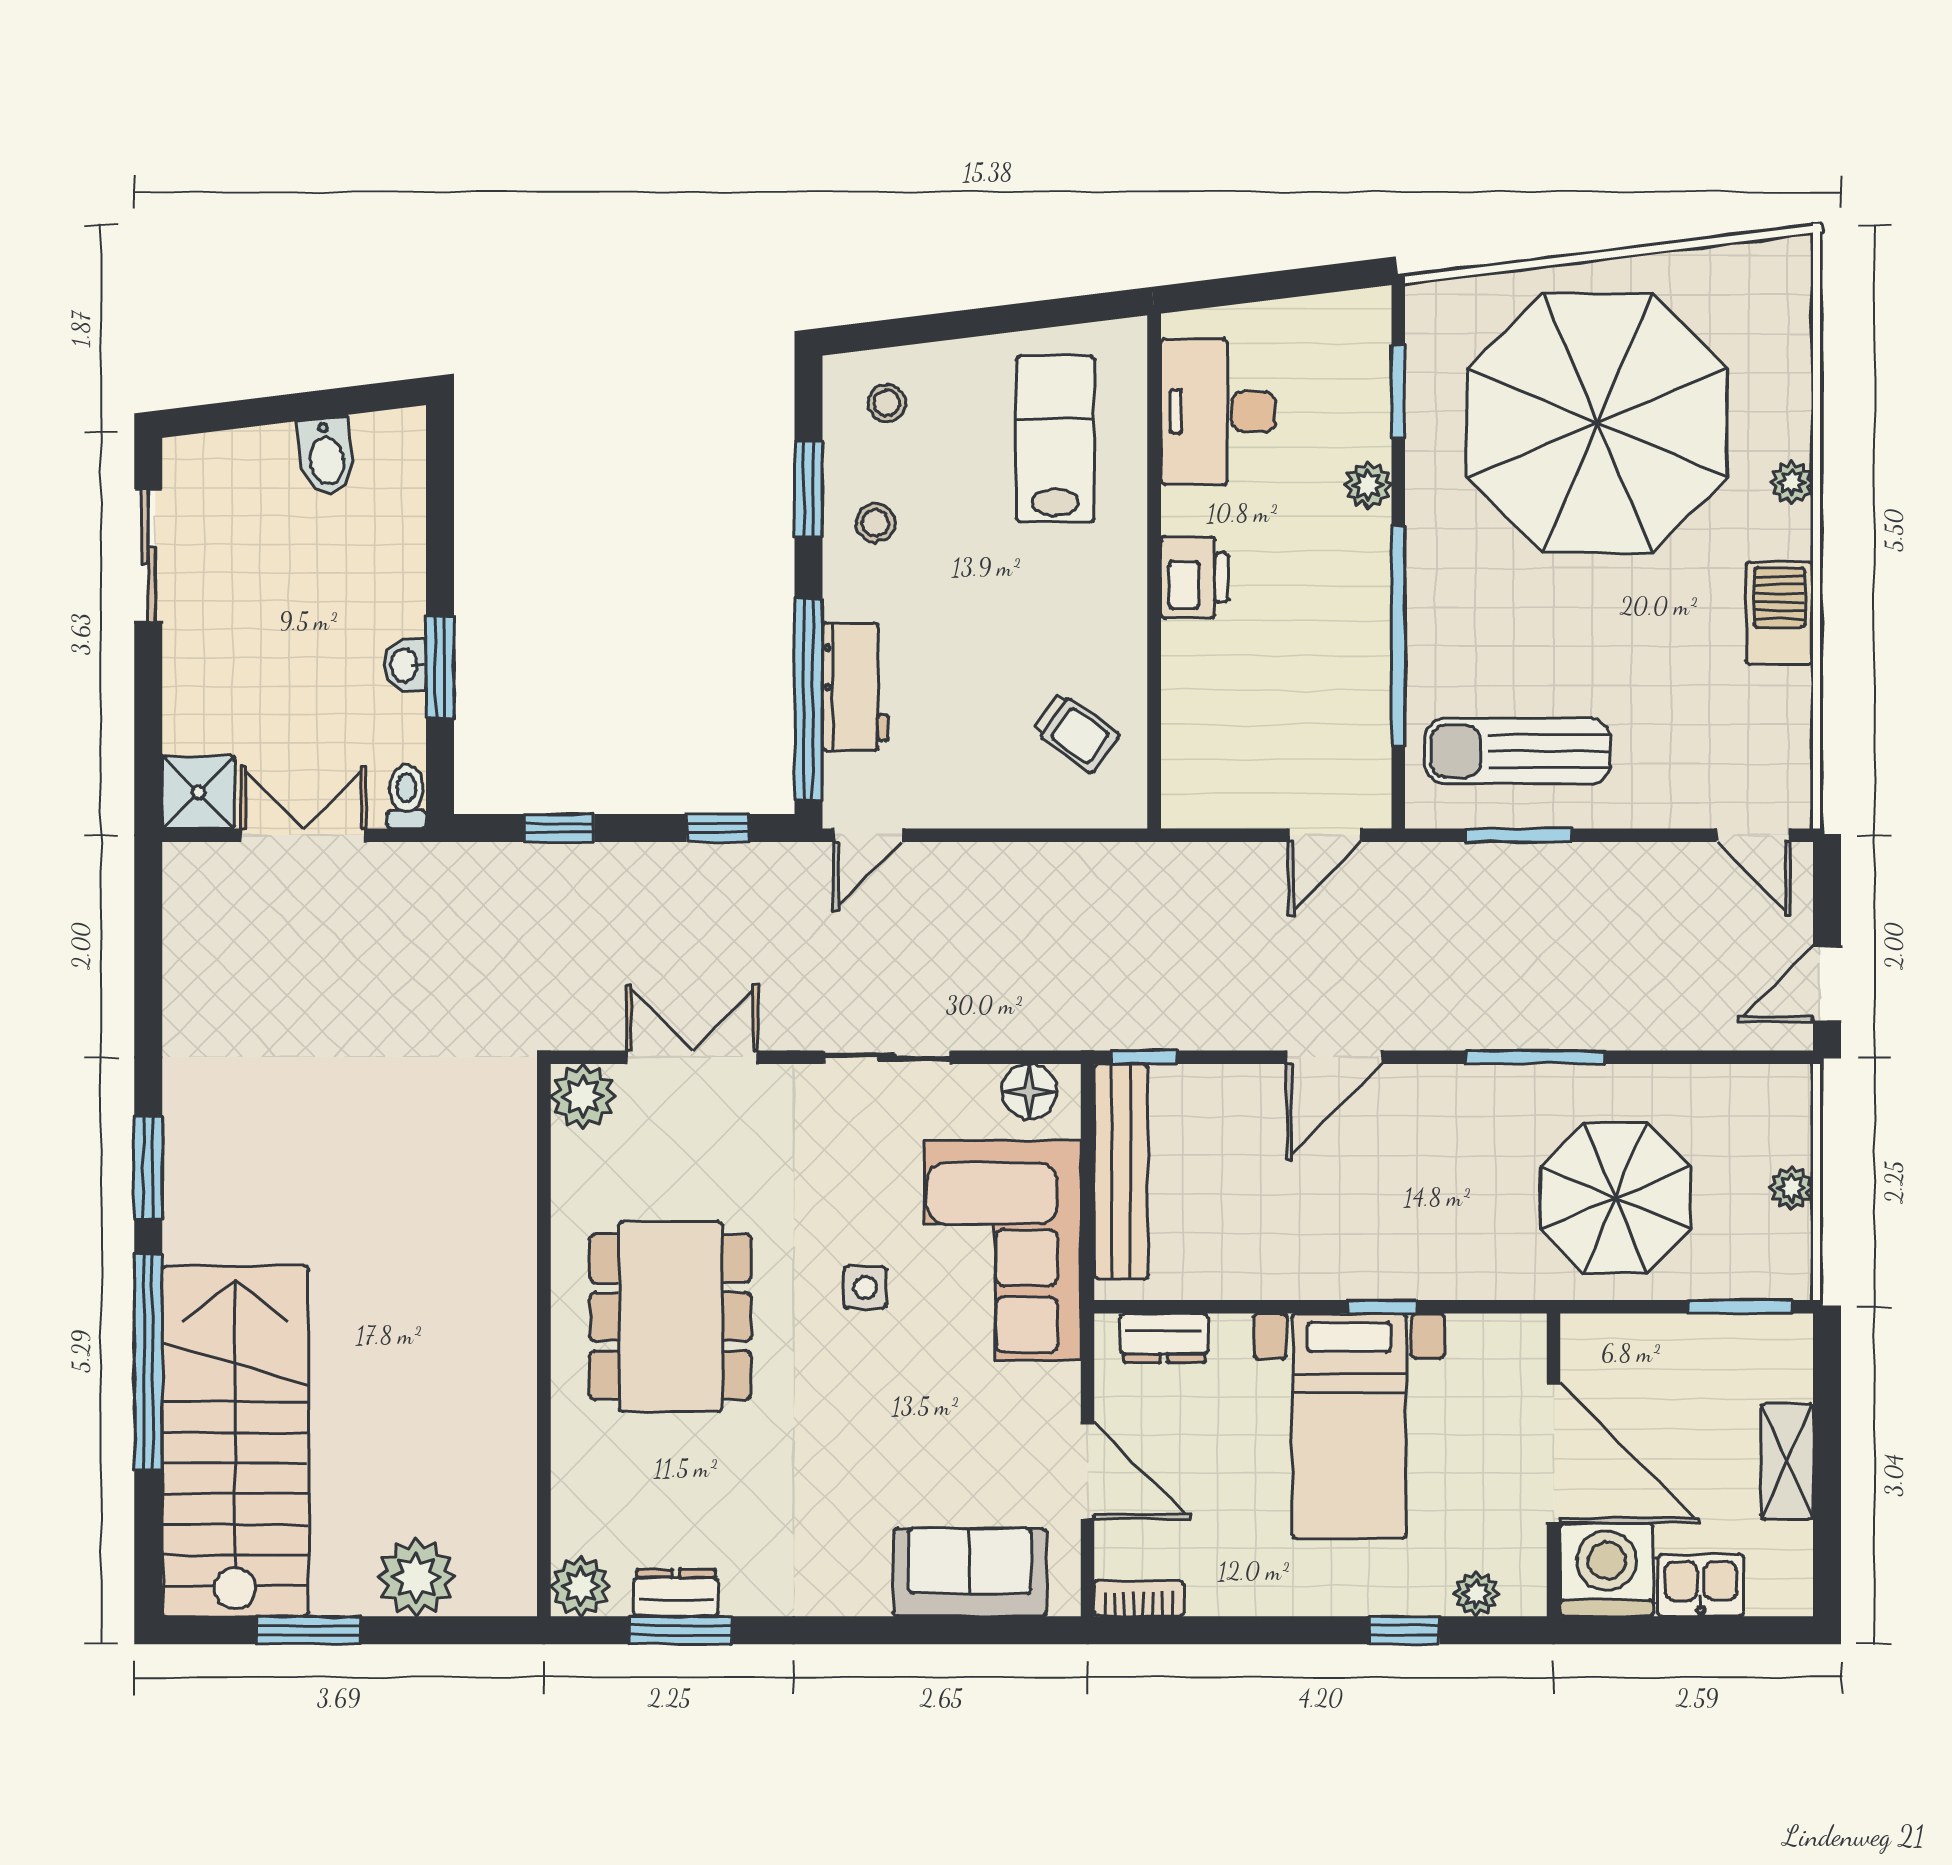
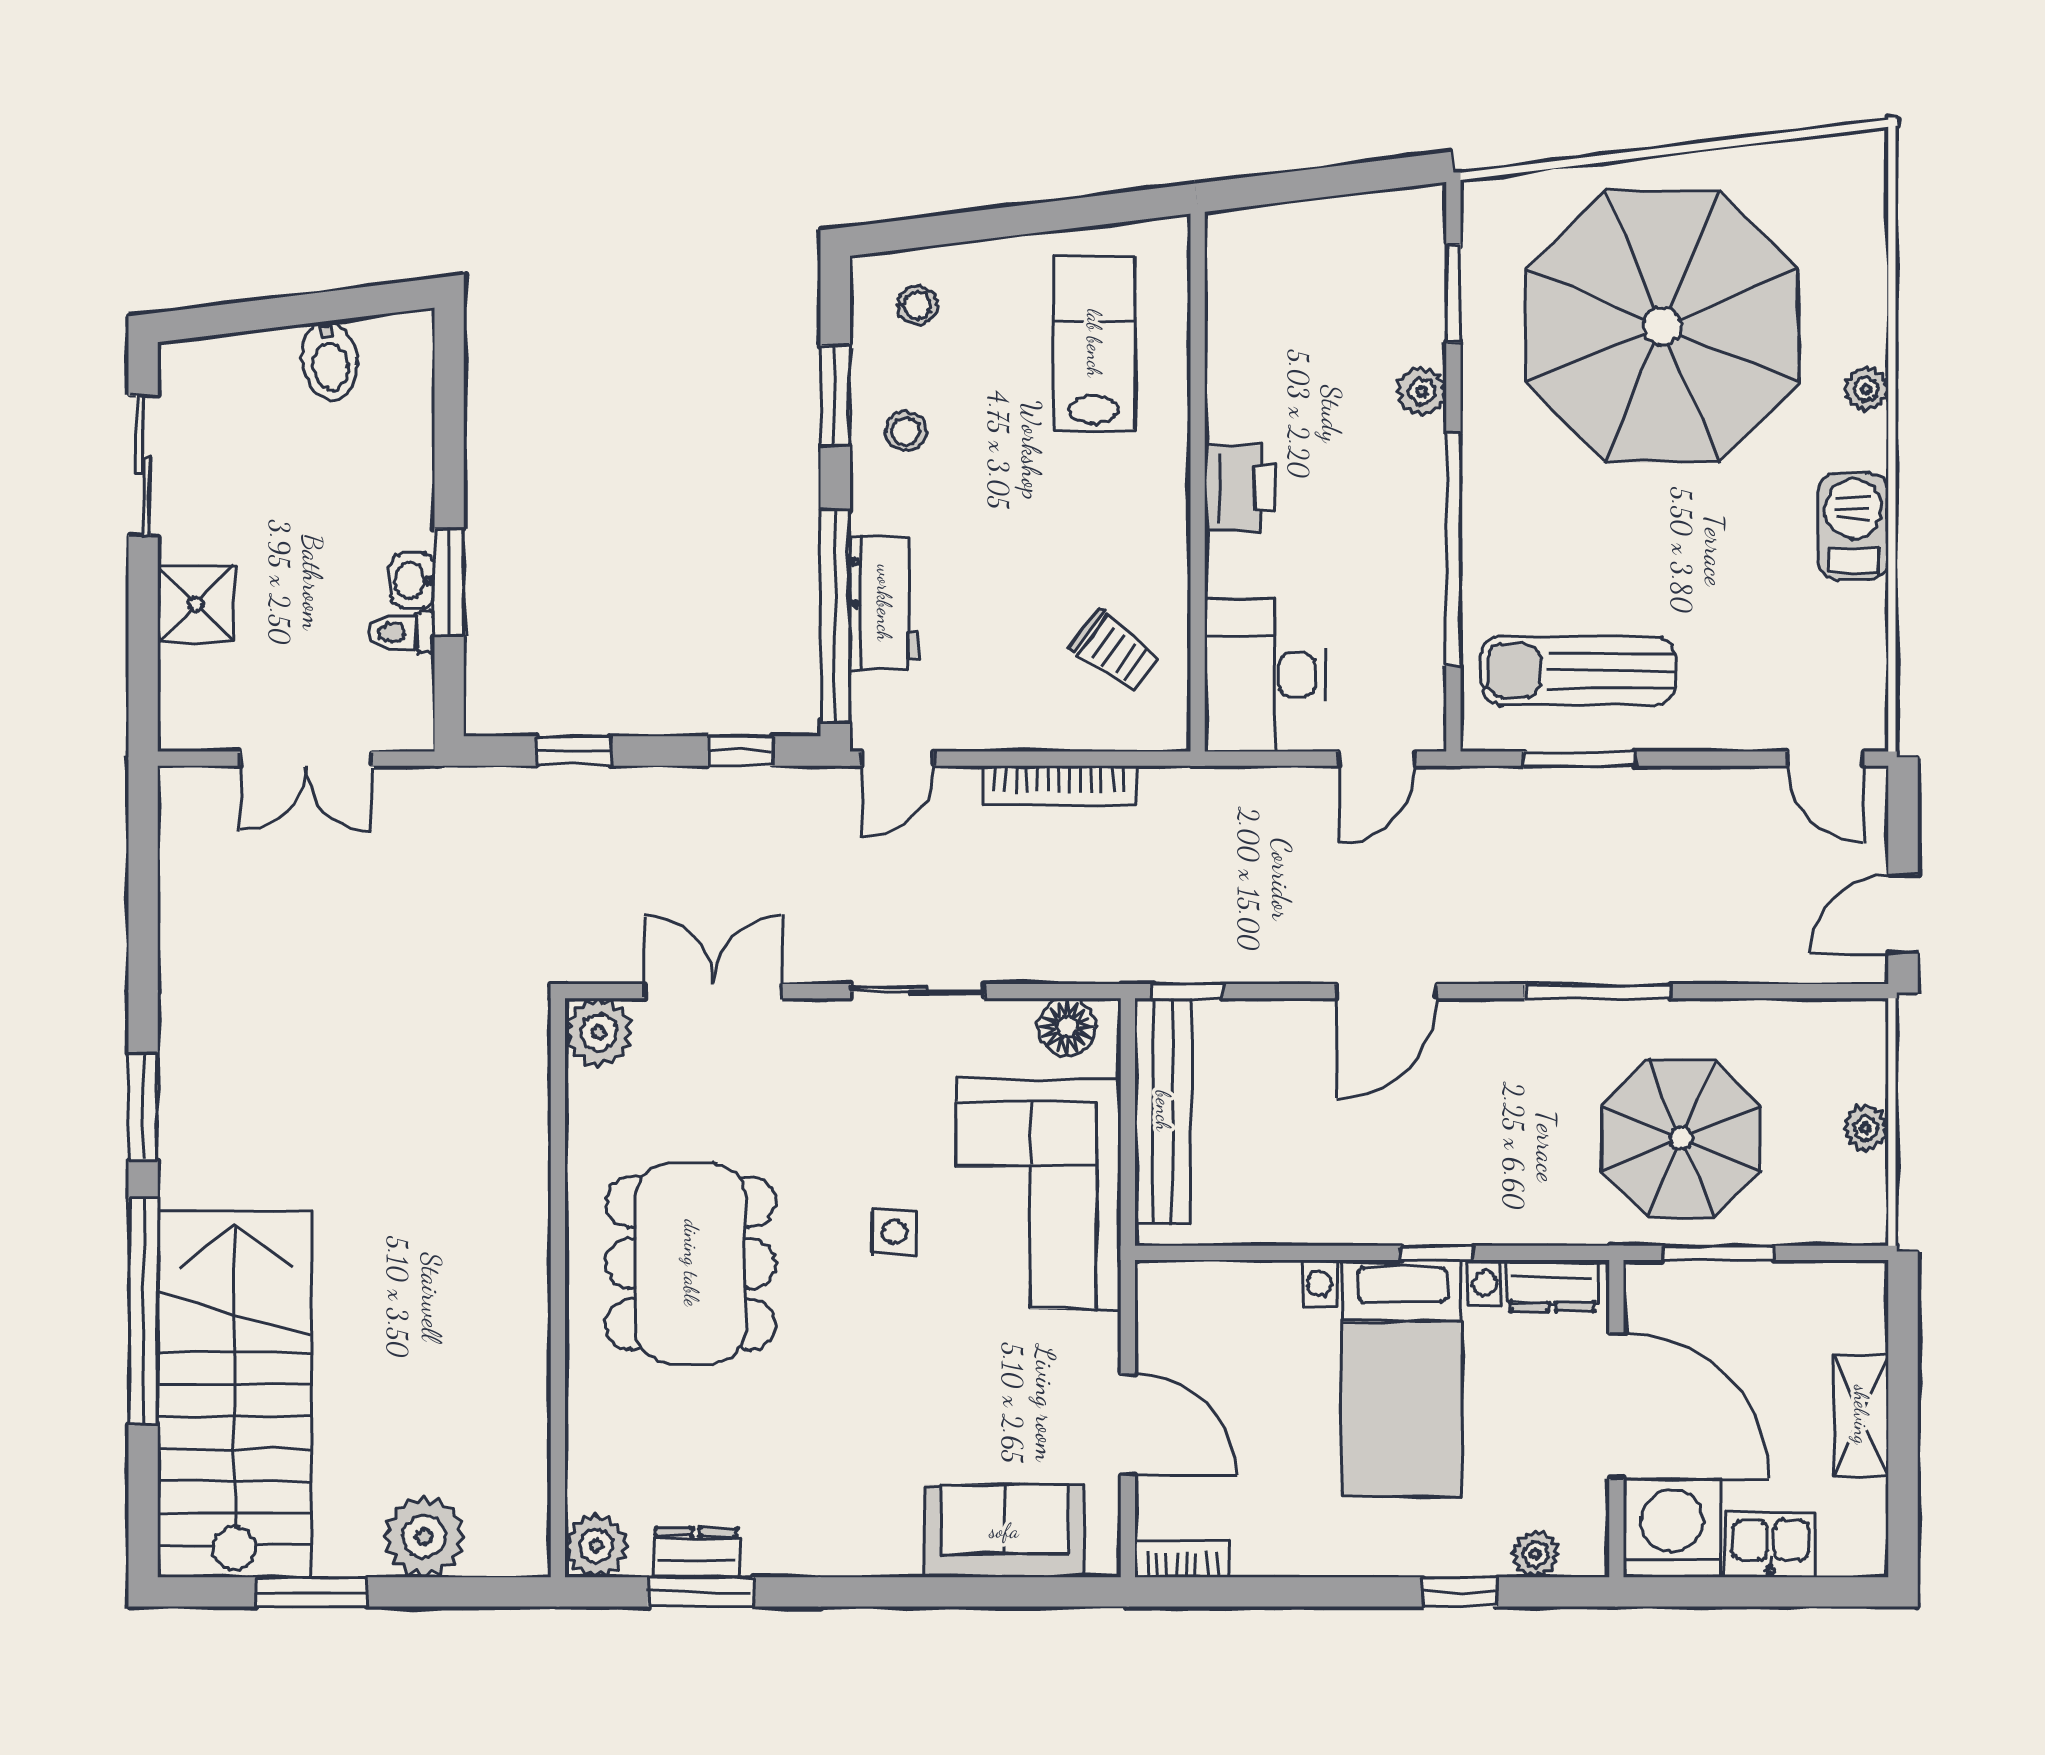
desk: (1218, 412) -> (1265, 675), moved
shower: (199, 792) -> (196, 604), moved
toilet: (407, 797) -> (401, 632), moved, turned -90
double door: (303, 835) -> (306, 759), swing flipped
bookcase: (1022, 861) -> (1059, 785), added
window: (1740, 1307) -> (1718, 1253), moved
dresser: (1164, 1338) -> (1552, 1286), moved

